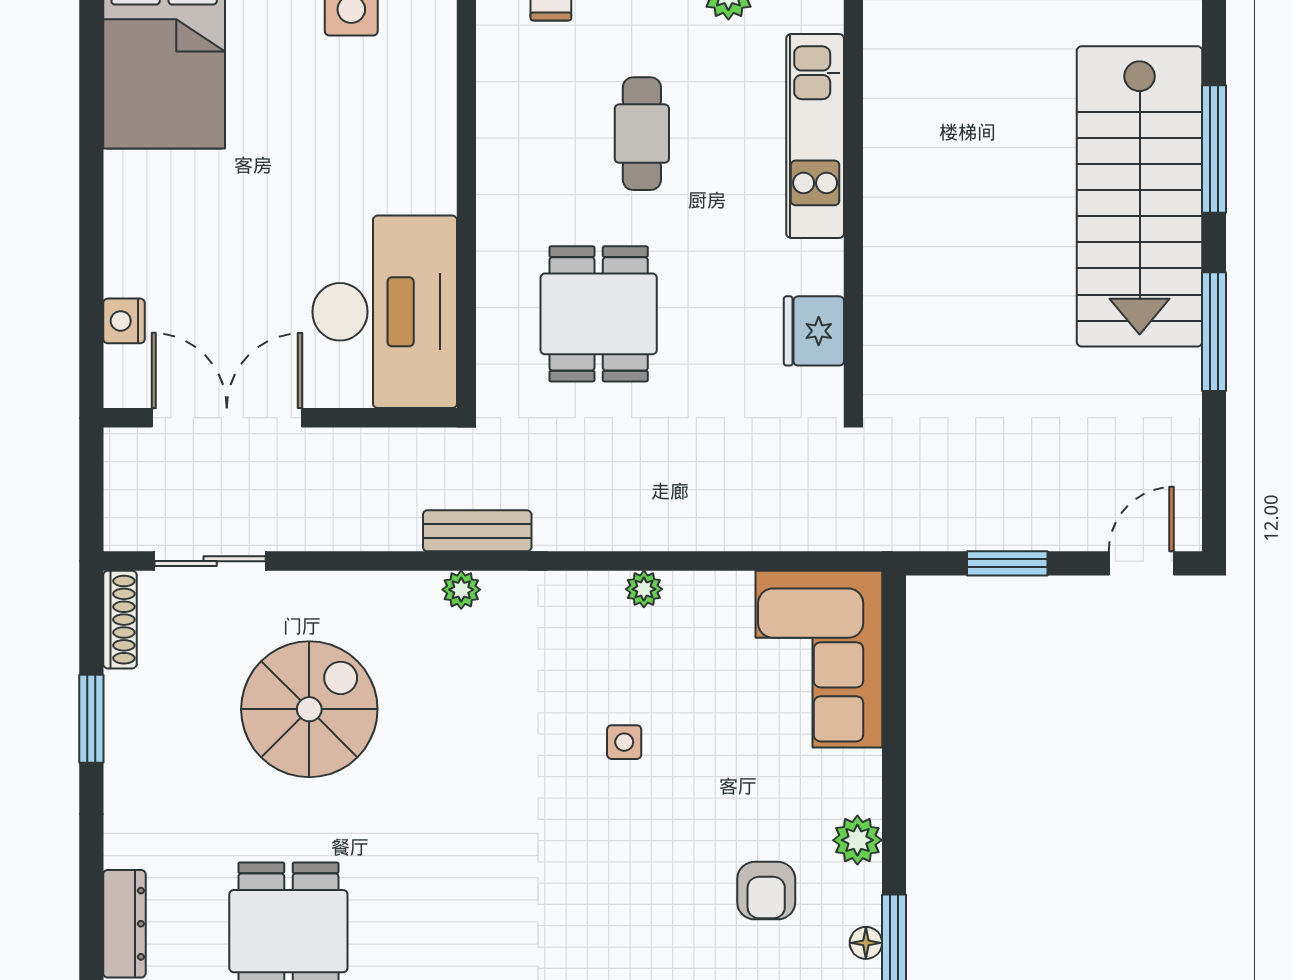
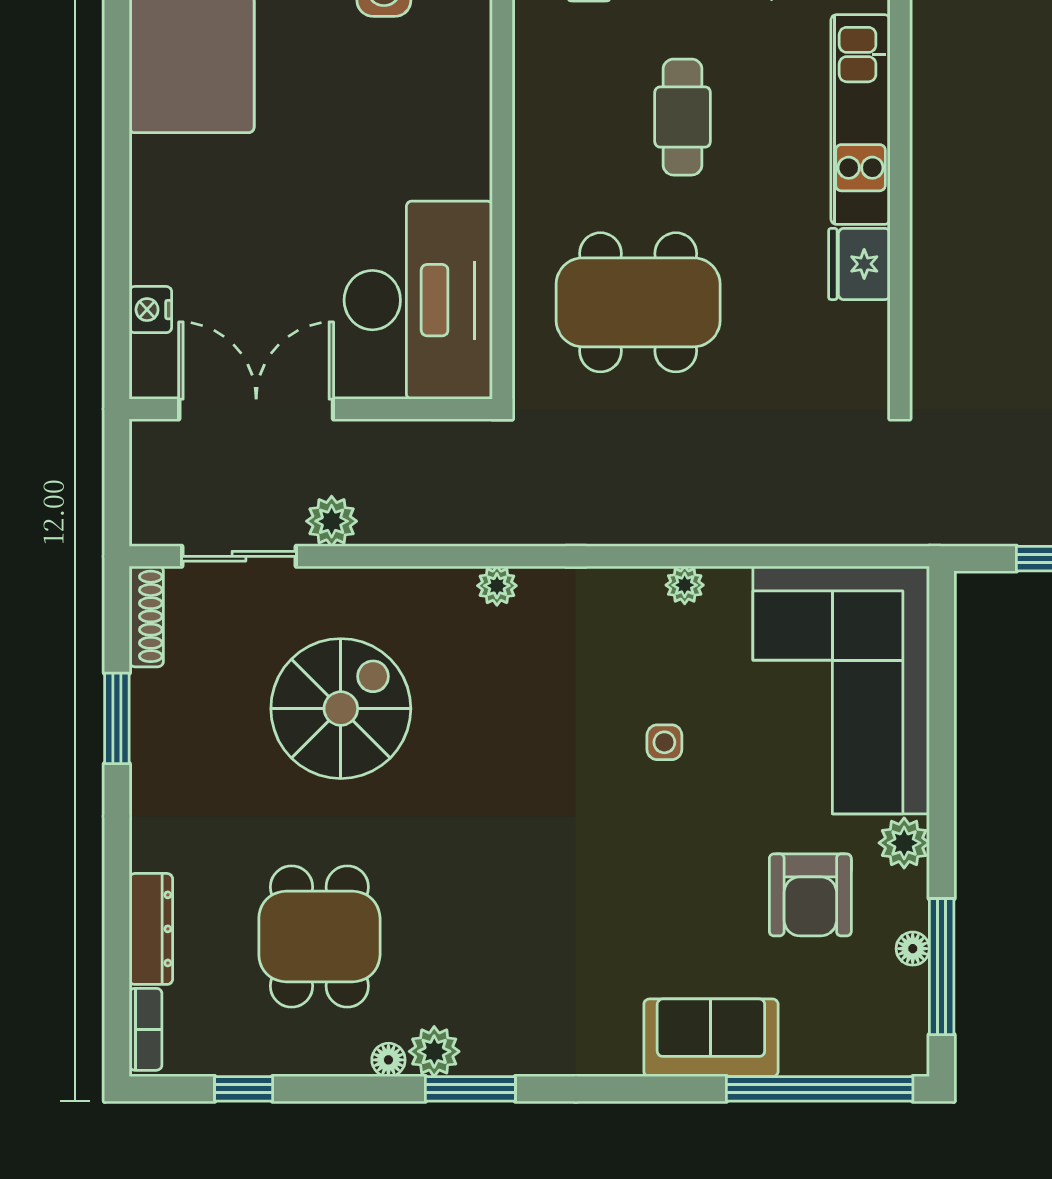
dining table: (599, 314) -> (638, 302), width x1.37
fridge: (814, 331) -> (859, 264), moved
plant: (300, 527) -> (332, 521), added
bench: (477, 531) -> (513, 525), removed
corner sofa: (819, 659) -> (841, 690), width x1.36, depth x1.36
armchair: (766, 891) -> (810, 895), width x1.38, depth x1.38

